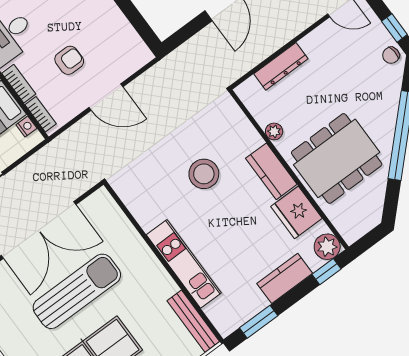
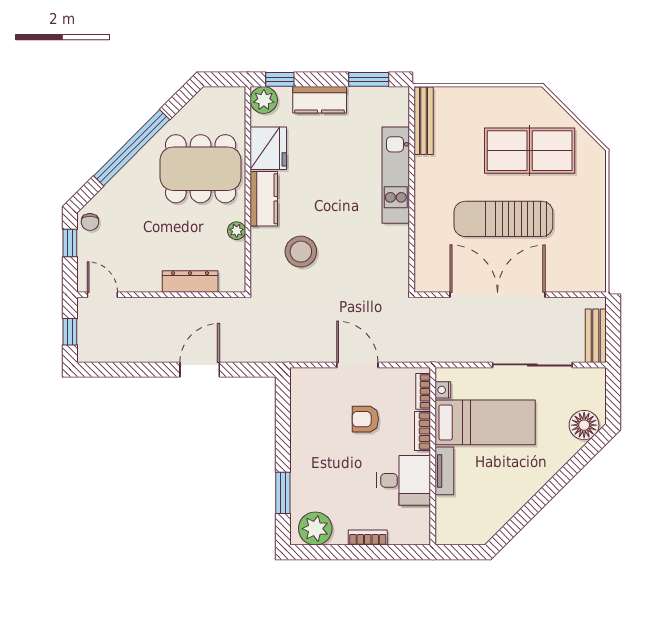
chair: (391, 55) -> (90, 222), turned 94
stool: (204, 174) -> (301, 252), moved

